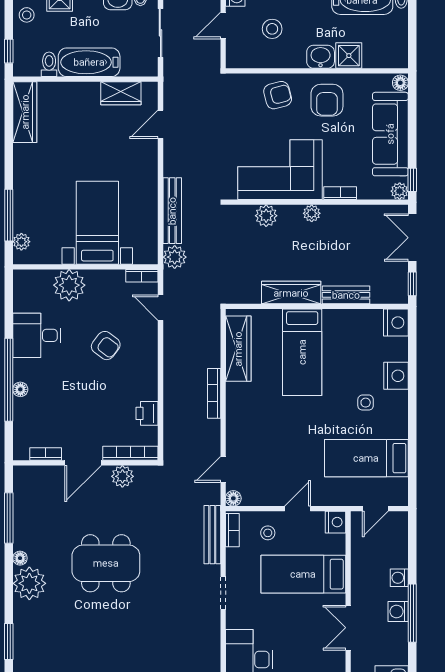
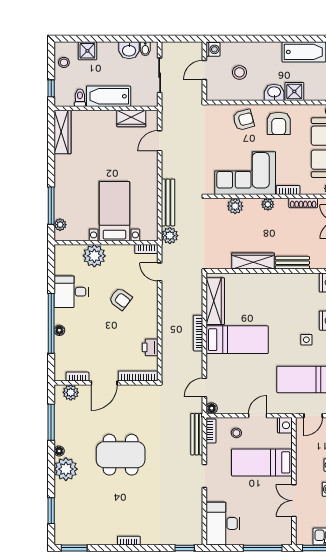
shoe rack: (361, 211) -> (303, 203), added
bed: (302, 352) -> (237, 340), moved, turned -90
plant: (122, 476) -> (71, 392), moved

